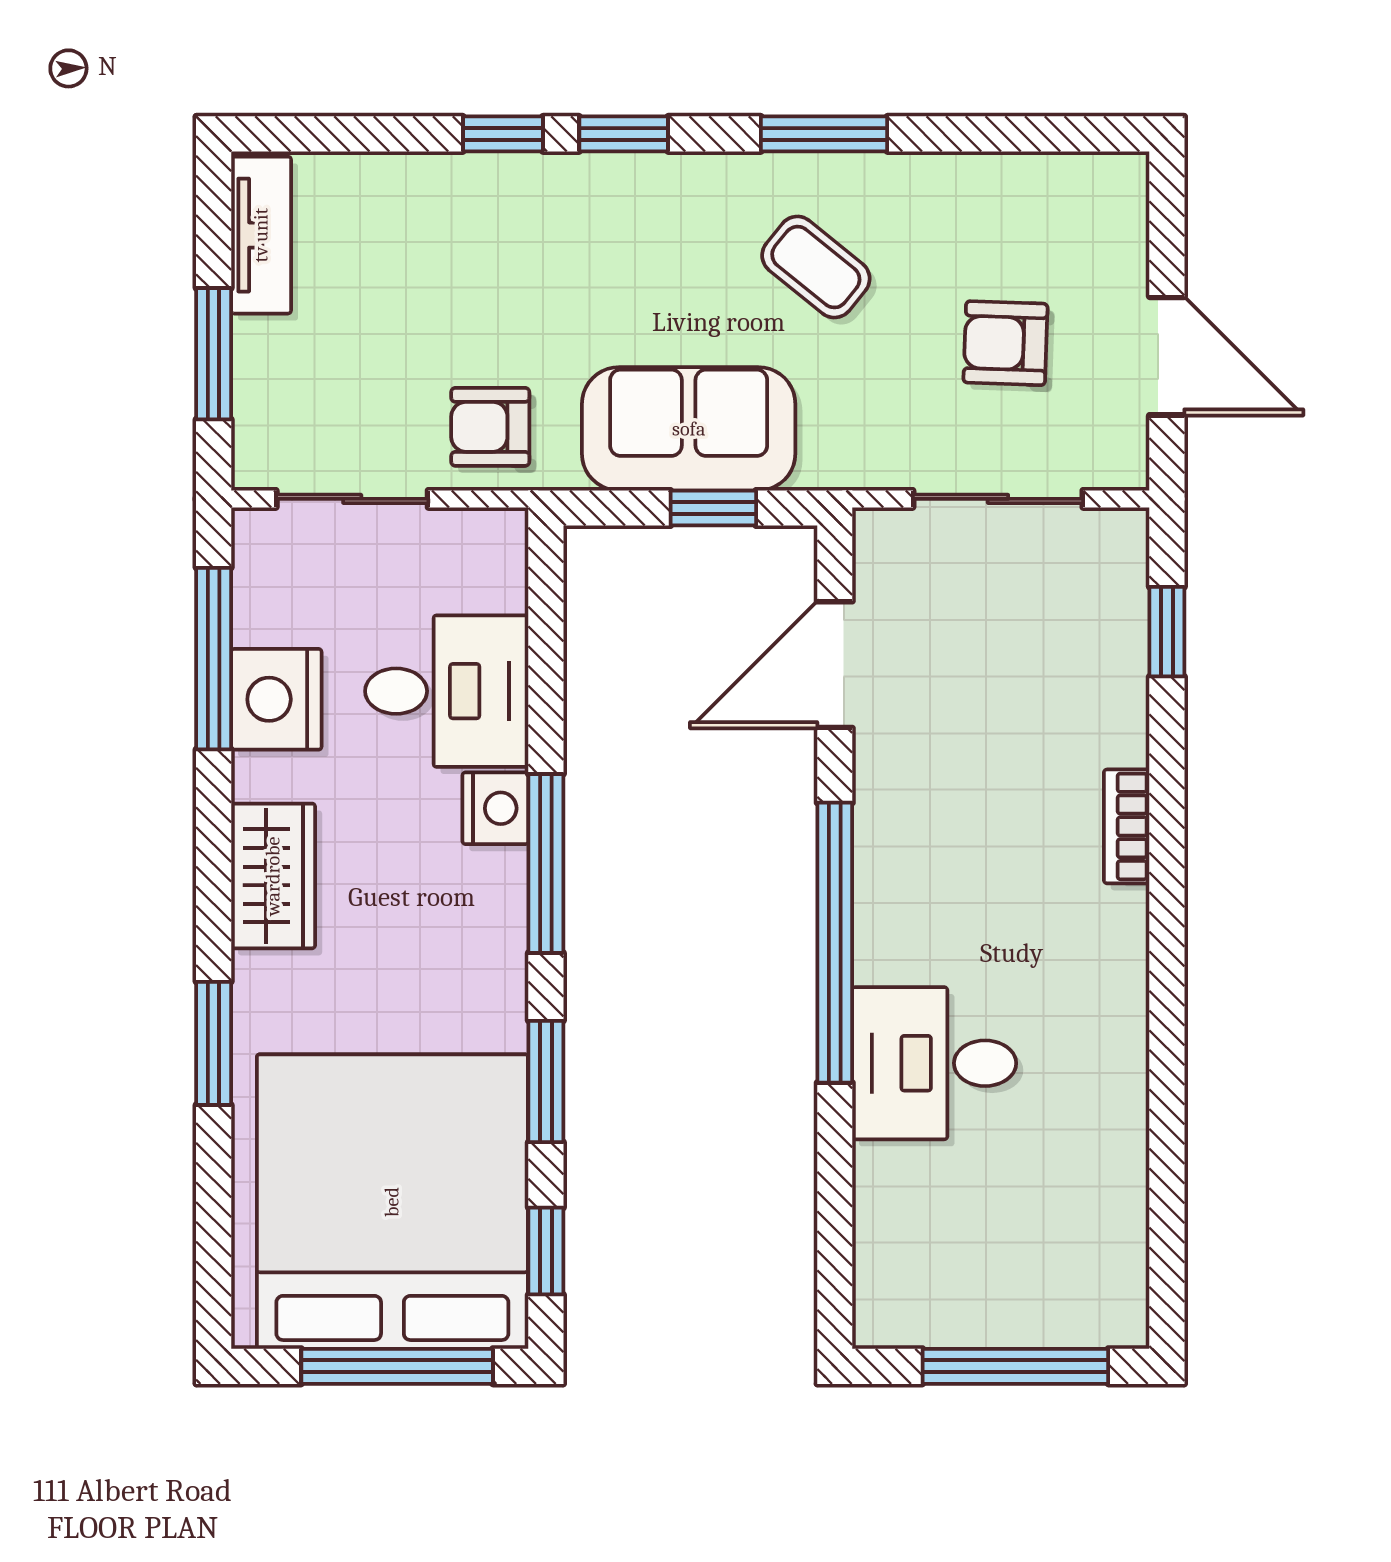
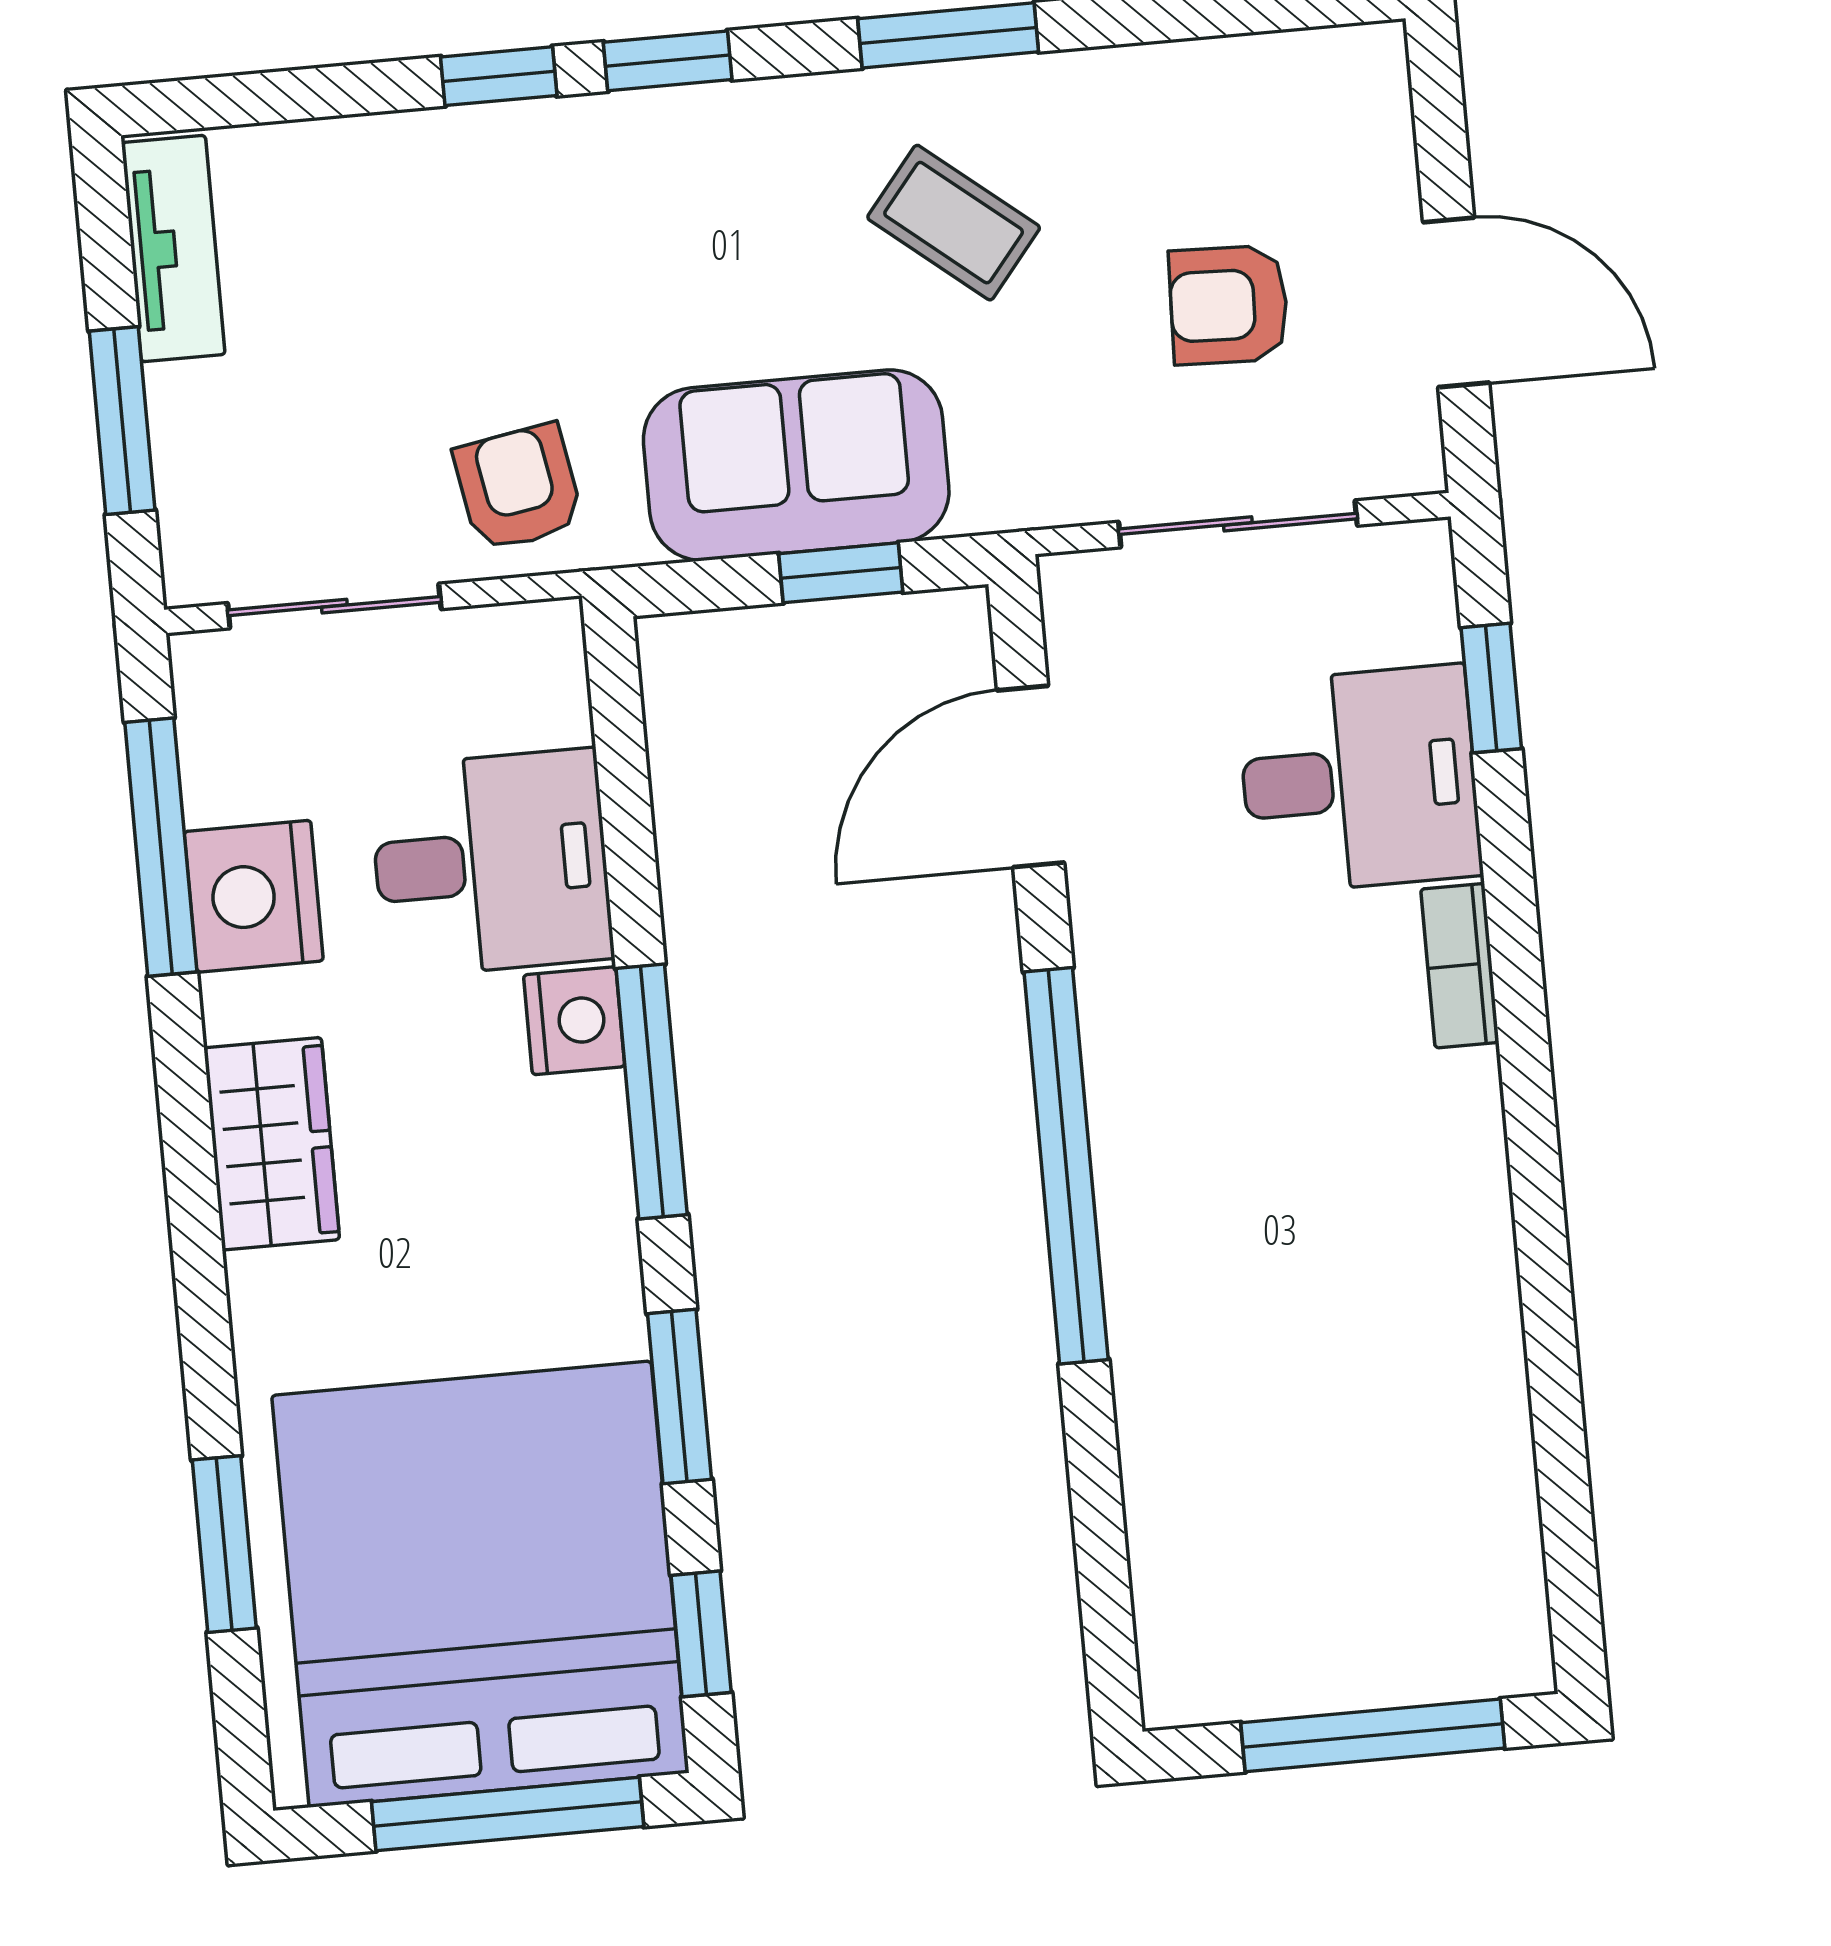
armchair: (490, 427) -> (518, 488), turned 80
window: (214, 1043) -> (224, 1544), moved
desk: (934, 1063) -> (1359, 779), moved, turned 180

